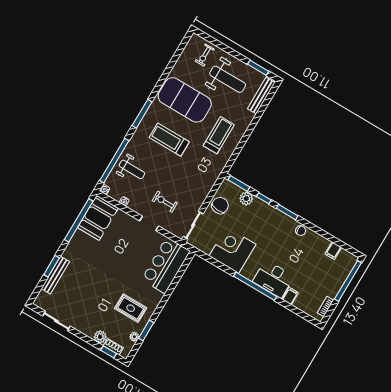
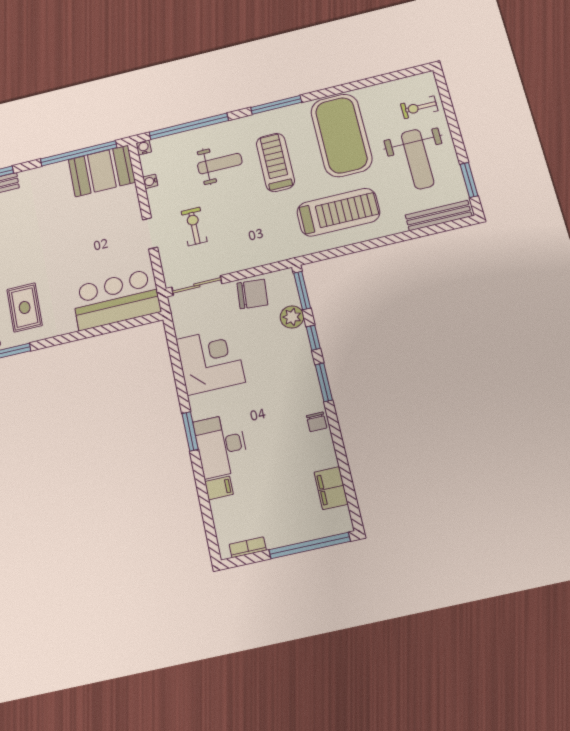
treadmill: (219, 135) -> (338, 212), width x1.37, depth x1.38
weight bench: (132, 169) -> (220, 164), moved, turned -90
filing cabinet: (333, 251) -> (331, 488), width x2.00
window: (255, 286) -> (190, 431), width x0.47

